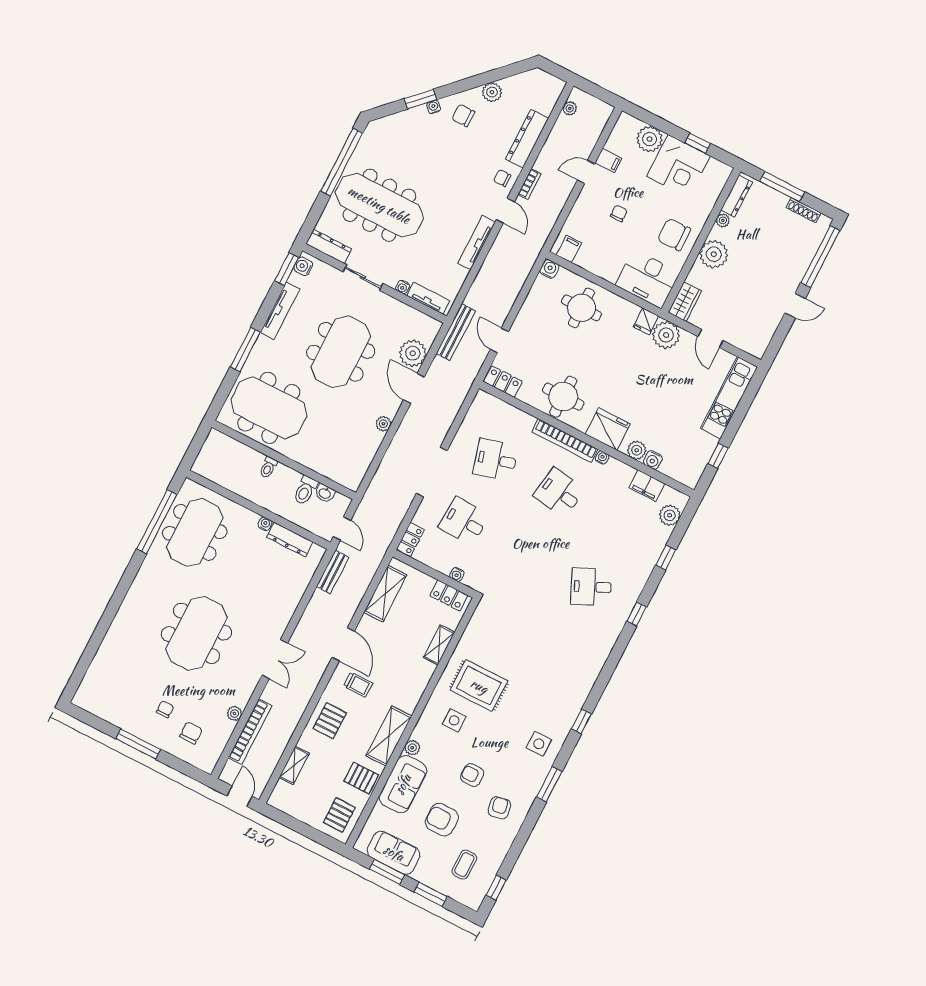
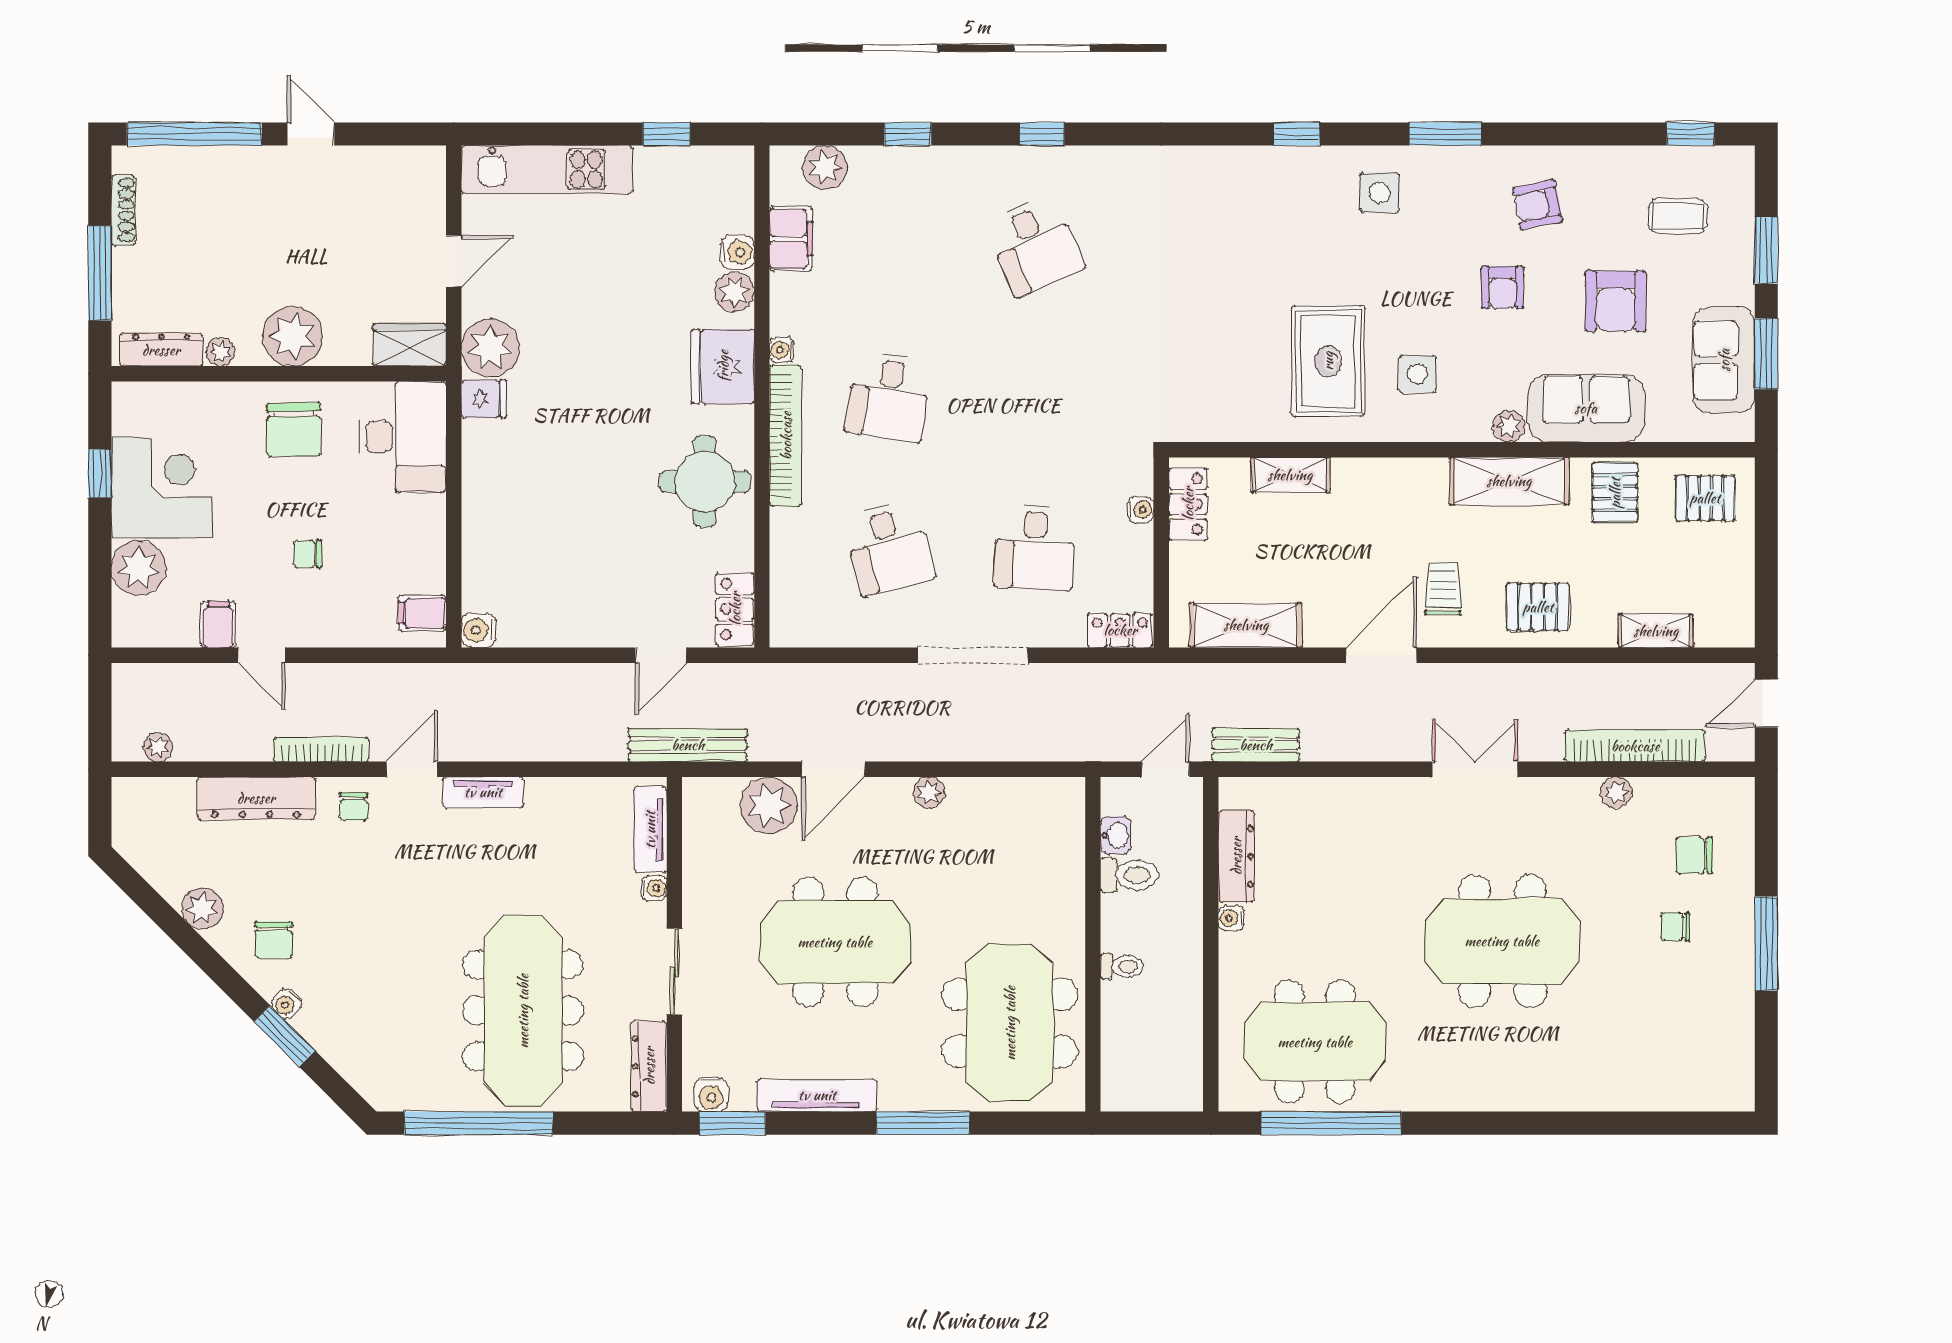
bookcase: (530, 184) -> (321, 749), width x1.56
tv unit: (477, 243) -> (483, 792), width x0.71
round table: (581, 308) -> (521, 533), removed

